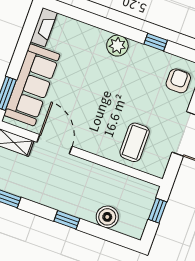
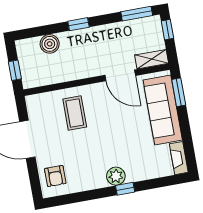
window: (156, 42) -> (125, 189), moved
coffee table: (135, 142) -> (75, 113), moved

